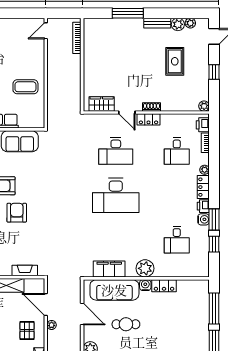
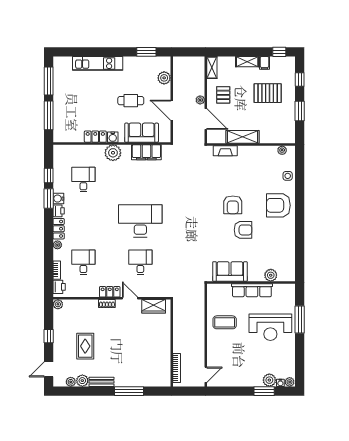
desk: (116, 151) -> (140, 262), width x0.73
sofa: (114, 290) -> (142, 133), width x0.73

